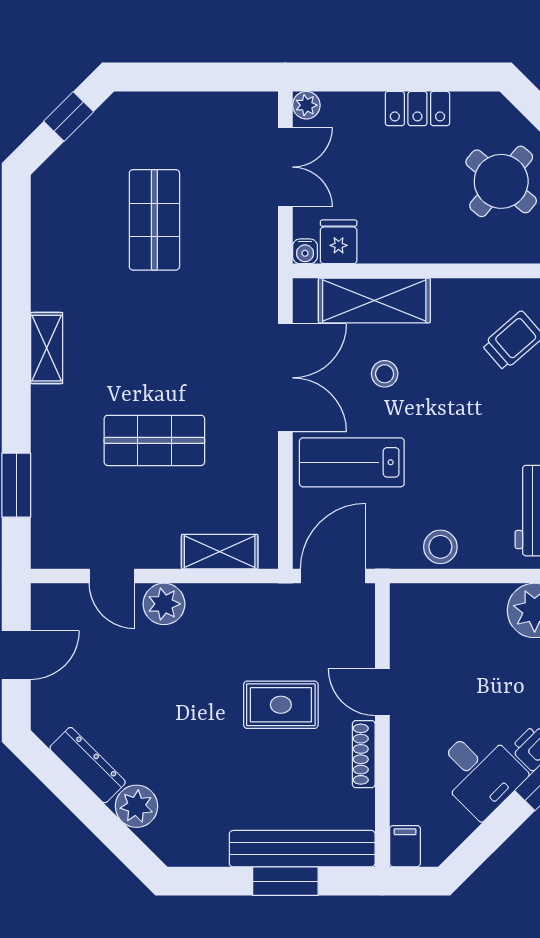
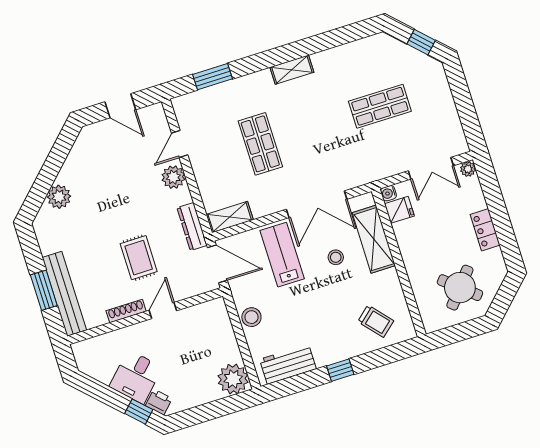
shelving: (220, 552) -> (230, 217), moved, turned 90
dresser: (88, 765) -> (192, 227), moved, turned 135
filing cabinet: (405, 846) -> (83, 349), removed

